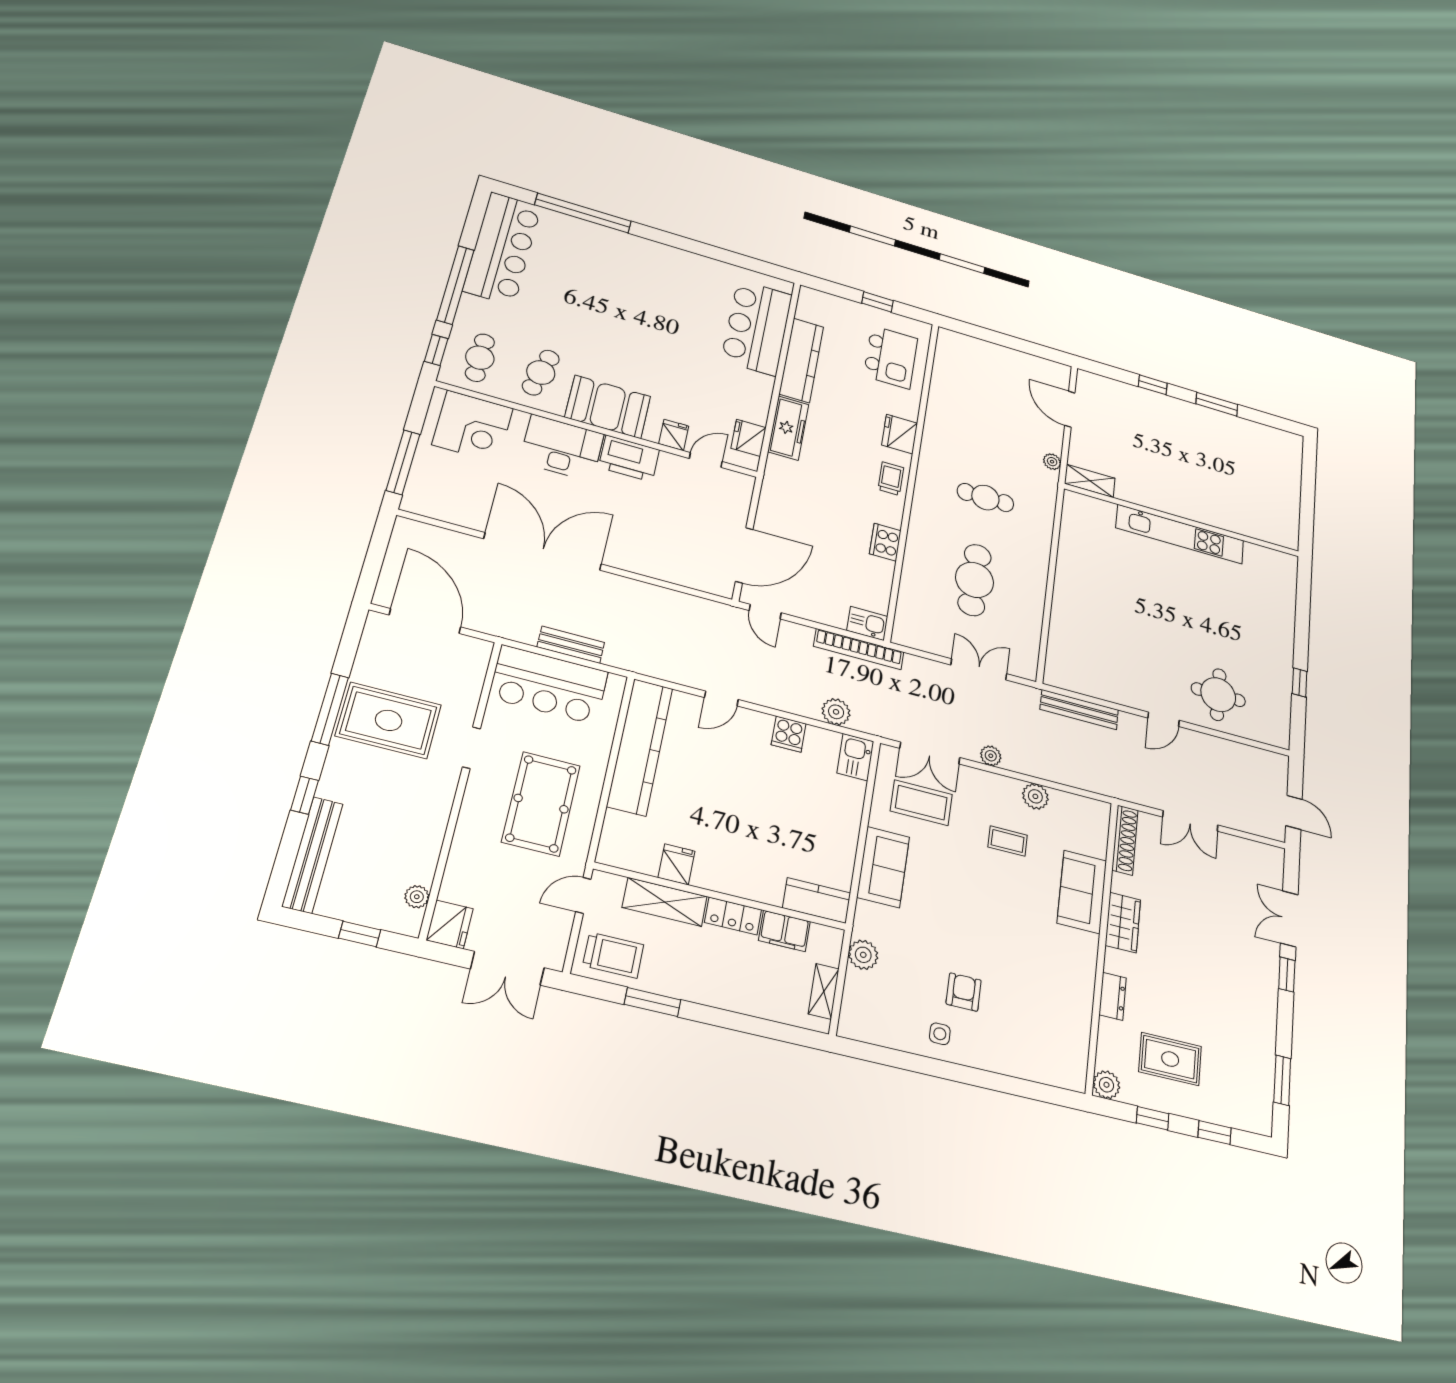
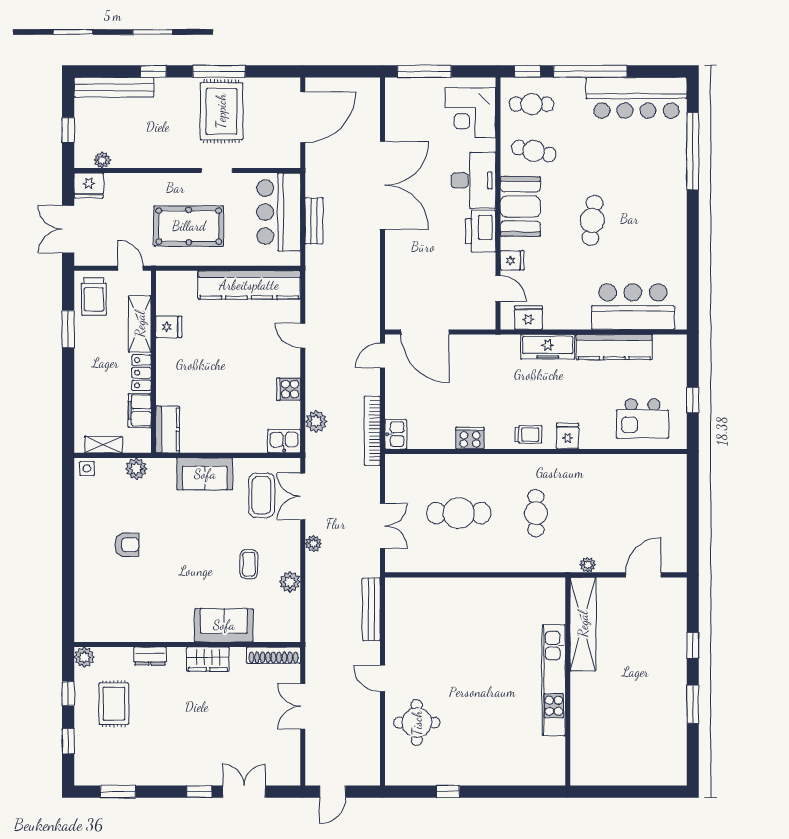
cafe table: (643, 337) -> (592, 220), added
fridge: (900, 434) -> (568, 436), width x0.72
shelving: (1090, 481) -> (583, 624), width x2.20, depth x1.33
side table: (940, 1034) -> (87, 468), moved

